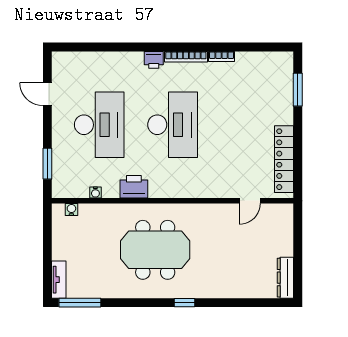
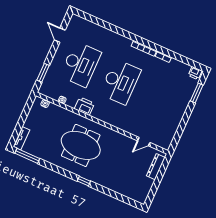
printer: (154, 60) -> (195, 73), moved
locker: (284, 159) -> (172, 127), removed
dresser: (285, 278) -> (156, 167), moved

